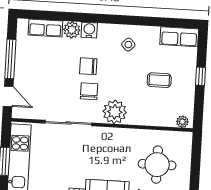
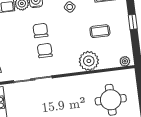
chair: (88, 66) -> (40, 31), turned 90
plant: (115, 112) -> (89, 61), moved

